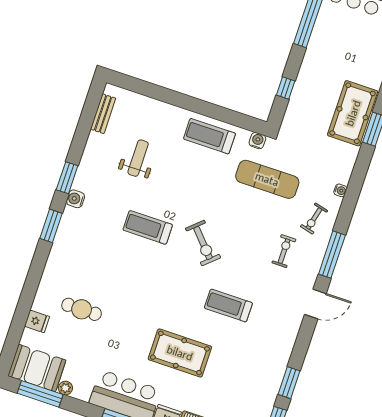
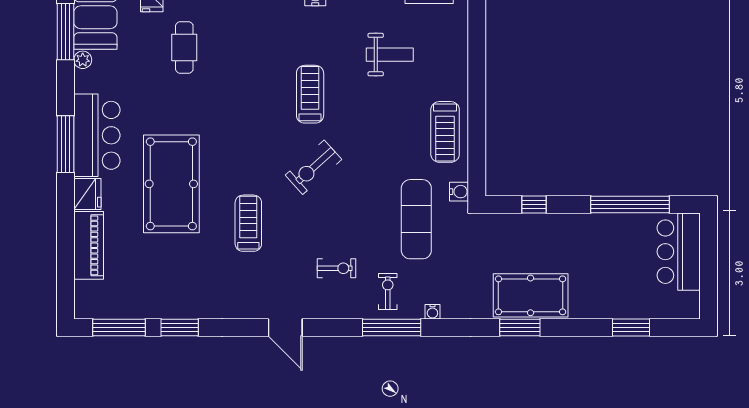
treadmill: (209, 136) -> (445, 132), turned 180
exercise bike: (314, 219) -> (388, 291), turned 76
window: (332, 255) -> (392, 328), moved
pool table: (180, 353) -> (171, 184), width x1.36, depth x1.32

